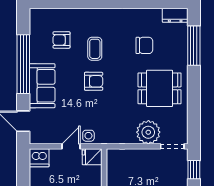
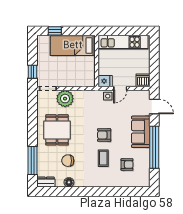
floor lamp: (143, 15) -> (69, 182), added
dining table: (160, 88) -> (57, 130), turned 90

